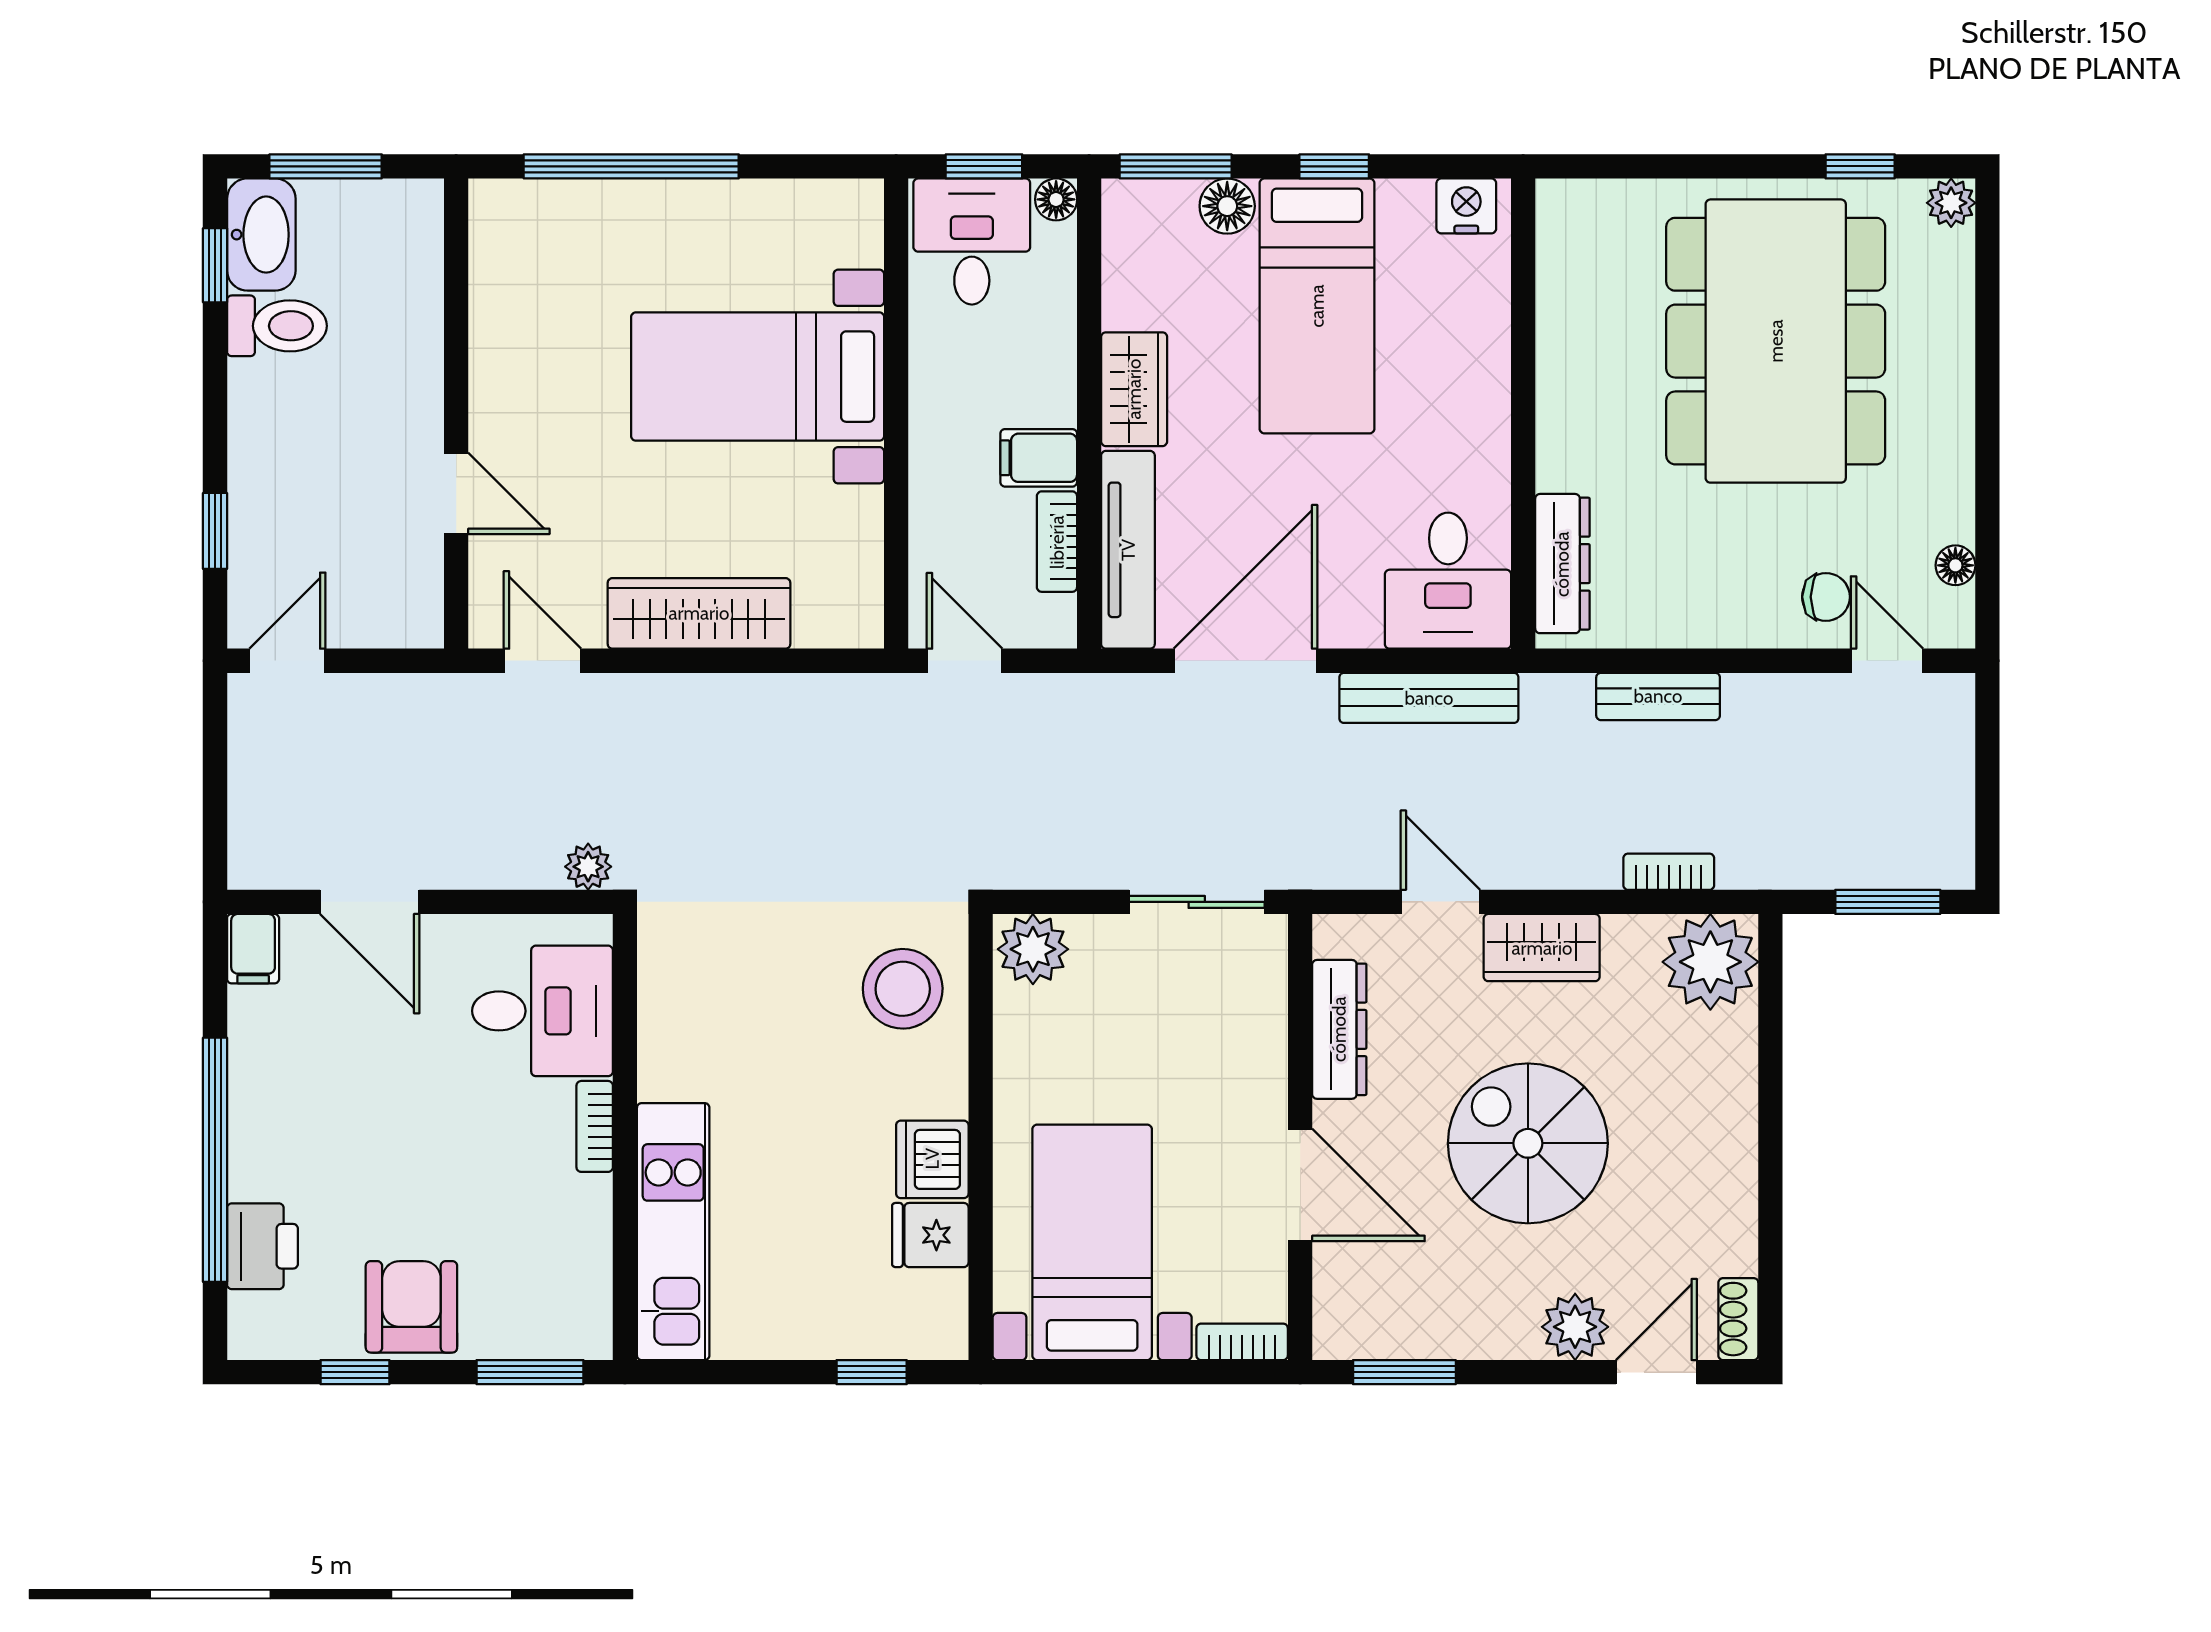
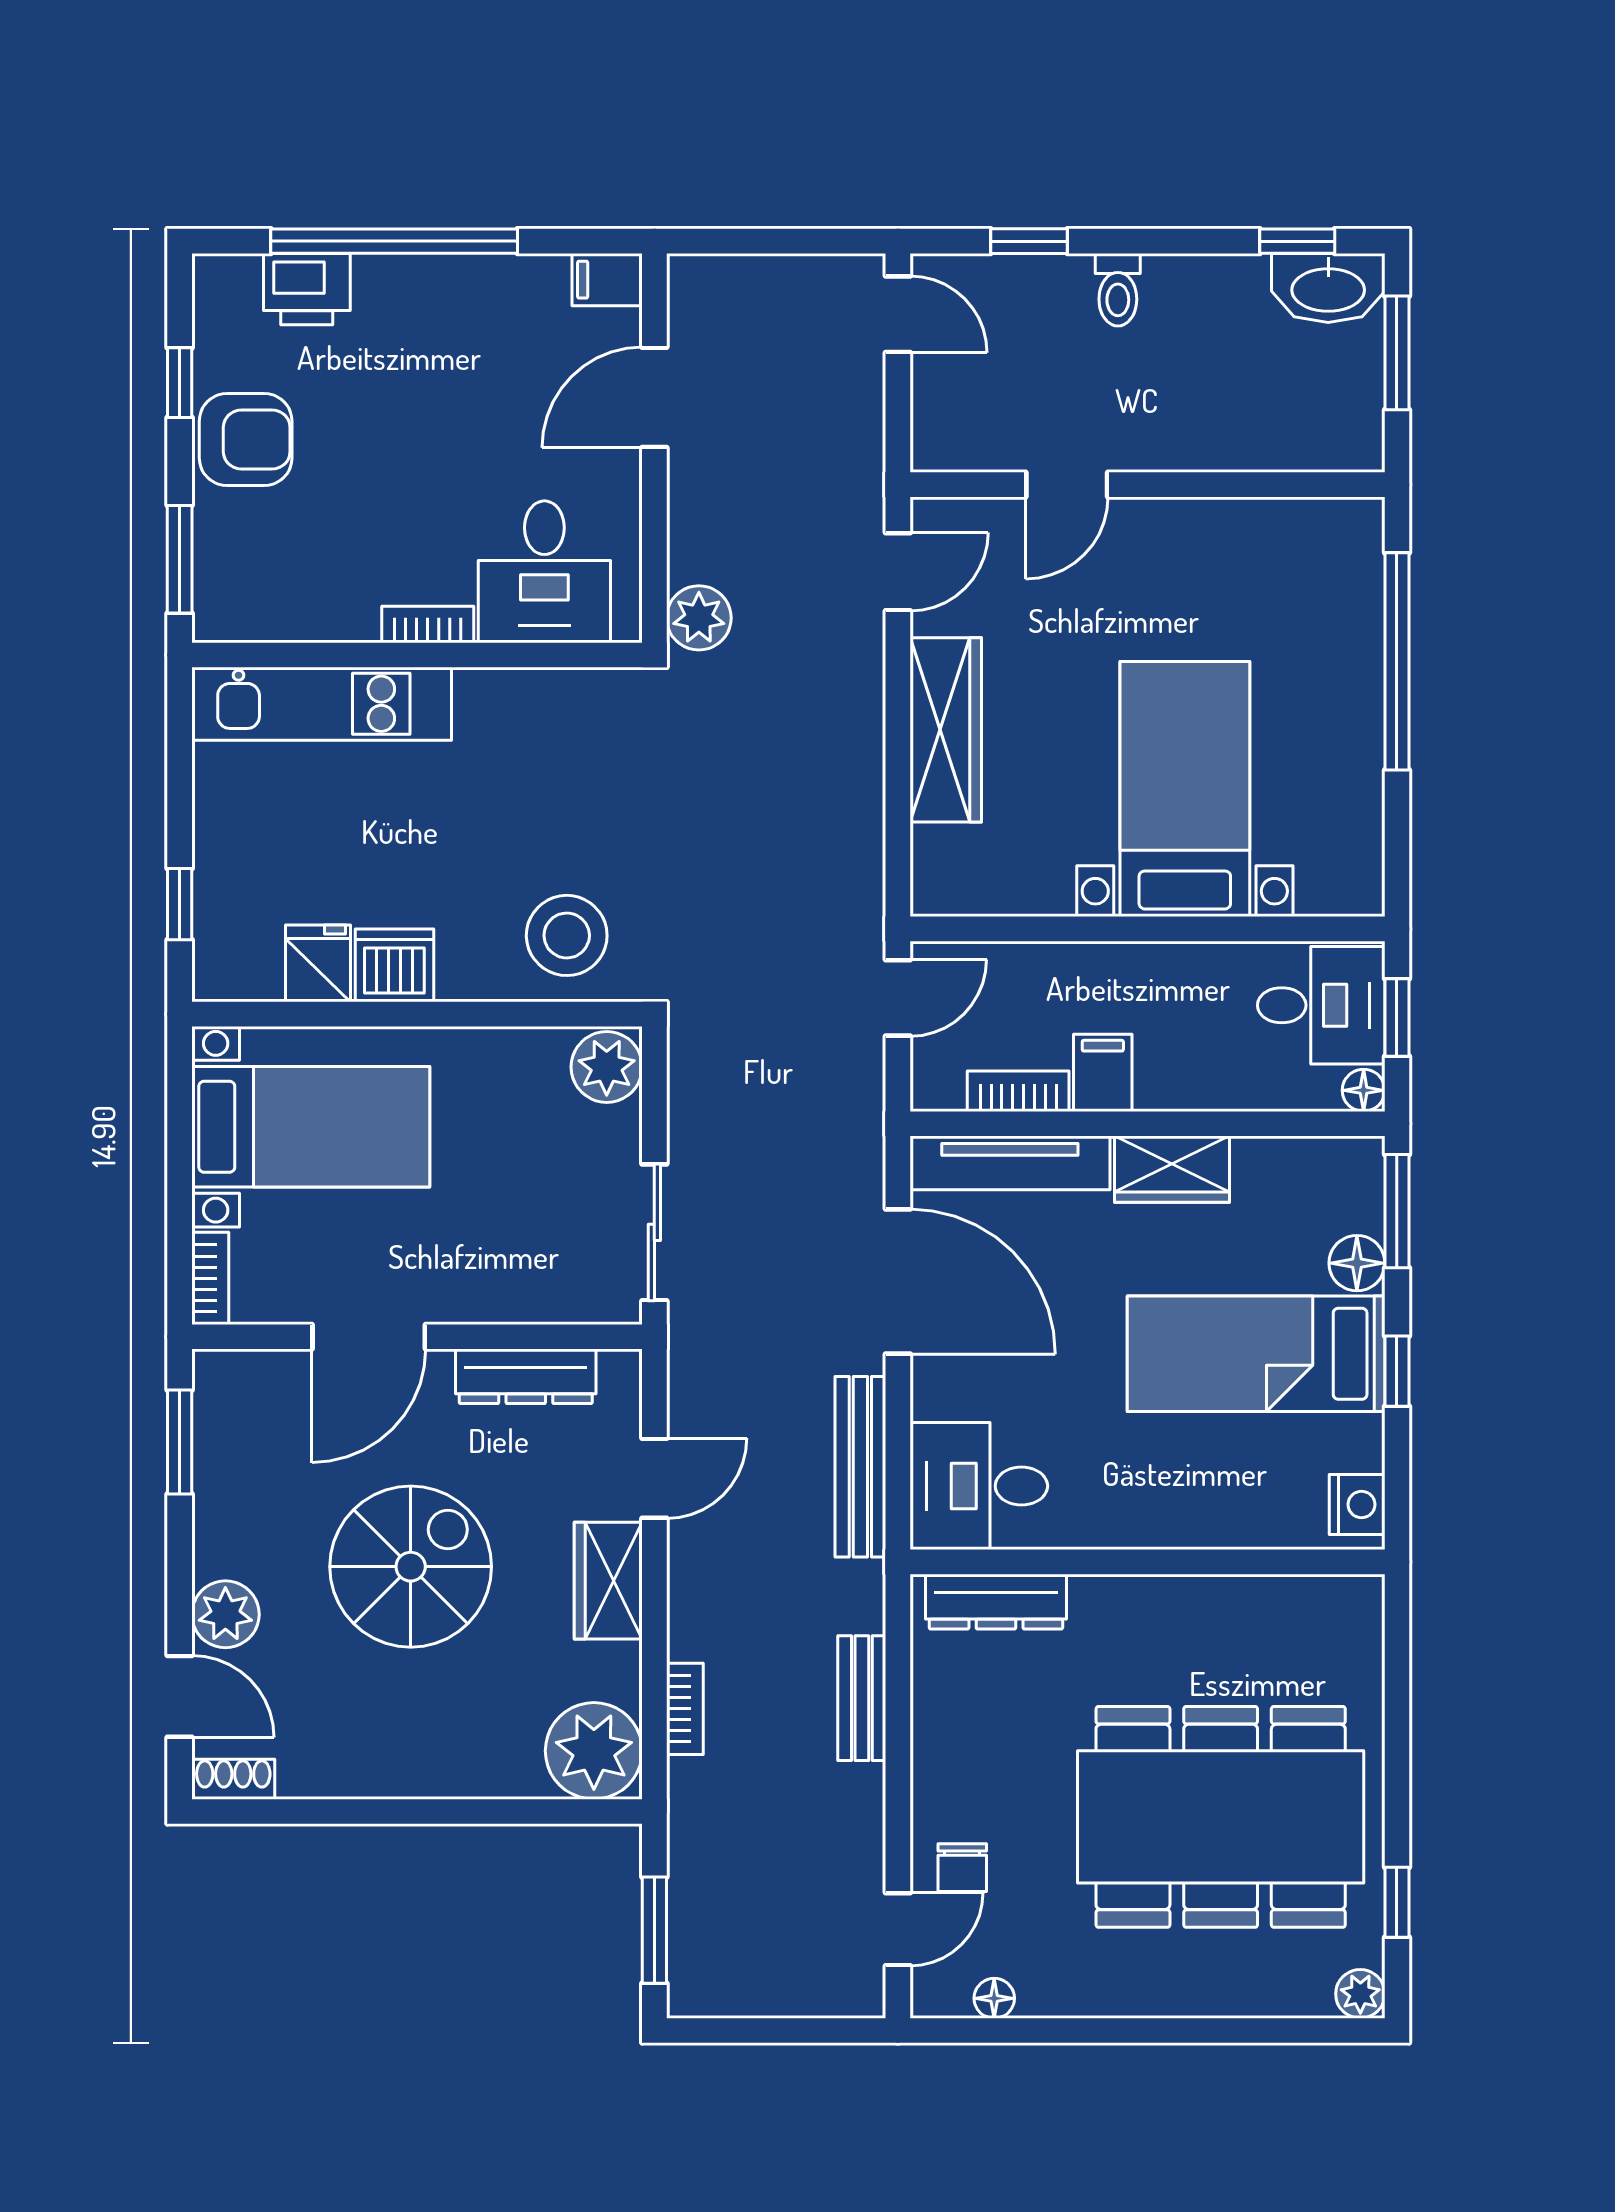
toilet: (277, 326) -> (1118, 290), moved, width x0.73, depth x0.72
plant: (588, 867) -> (699, 618), width x1.38, depth x1.38

